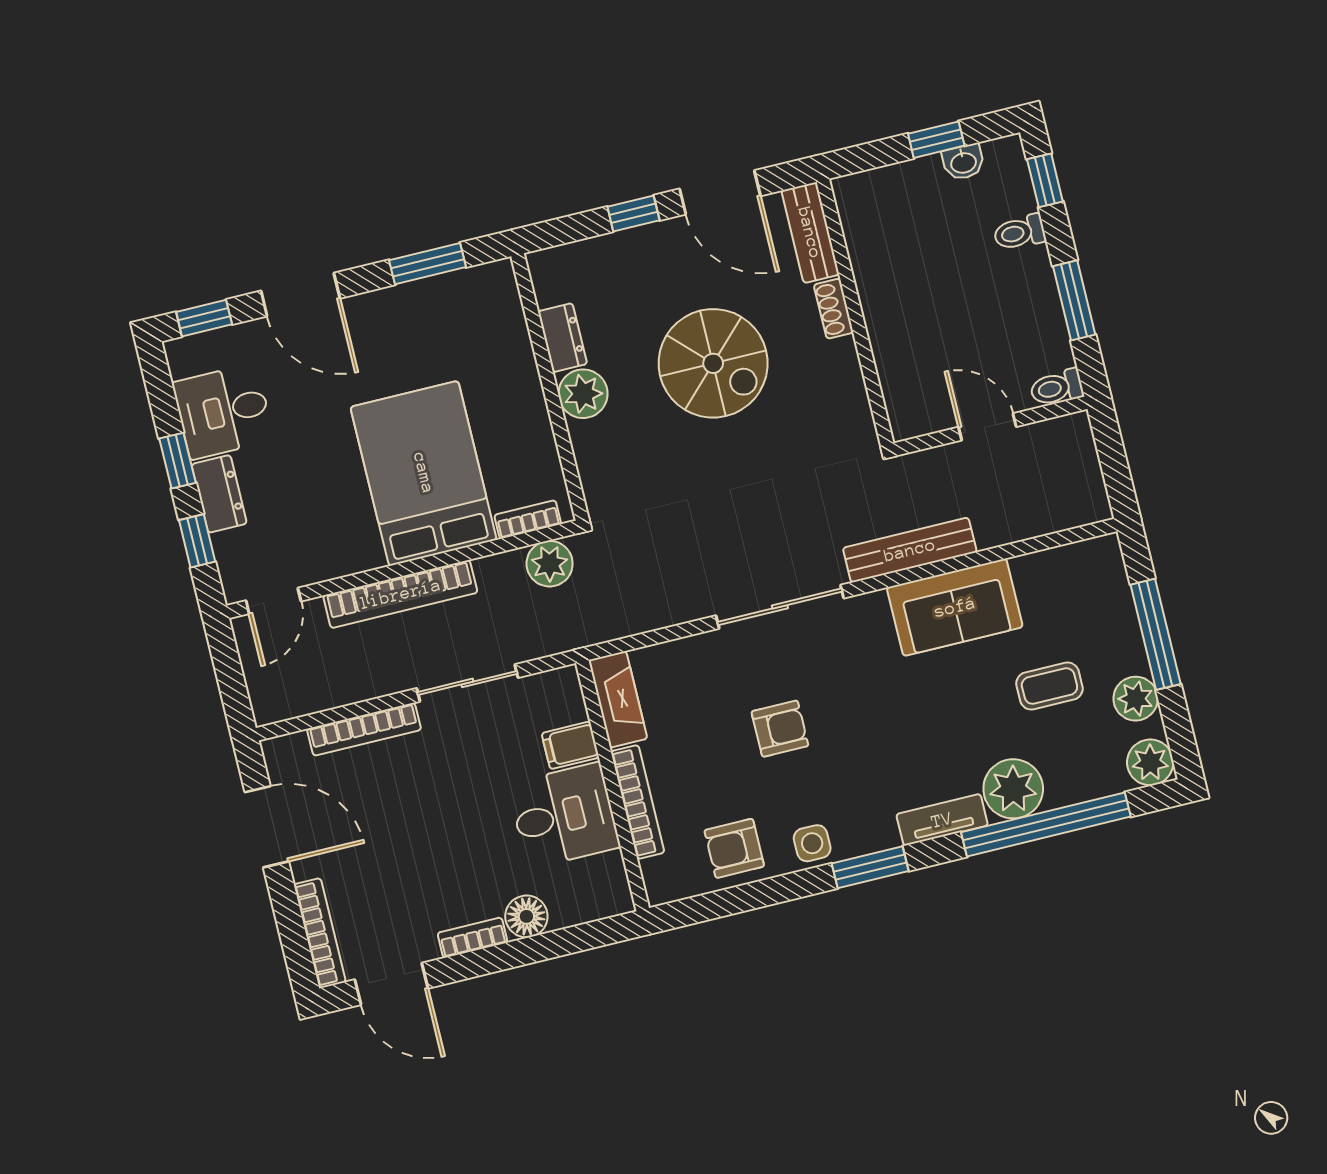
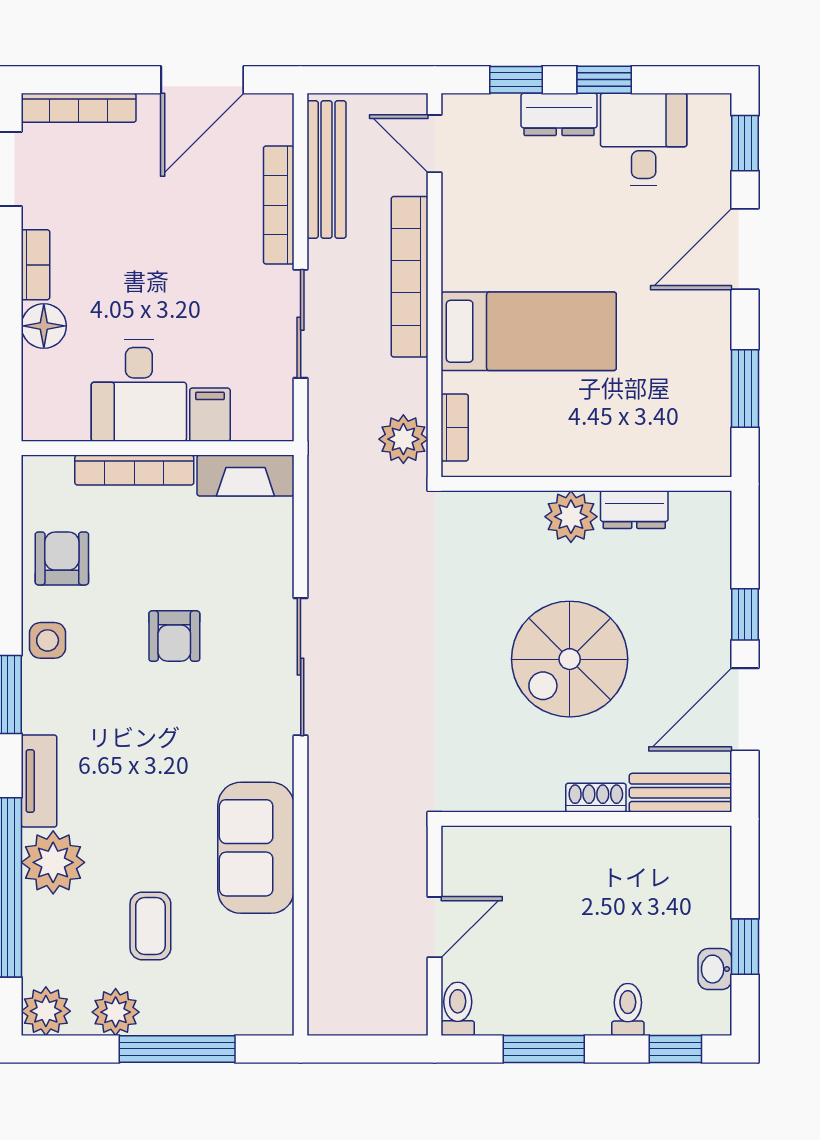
bed: (424, 473) -> (529, 331), width x0.67
bench: (910, 550) -> (327, 170), moved

